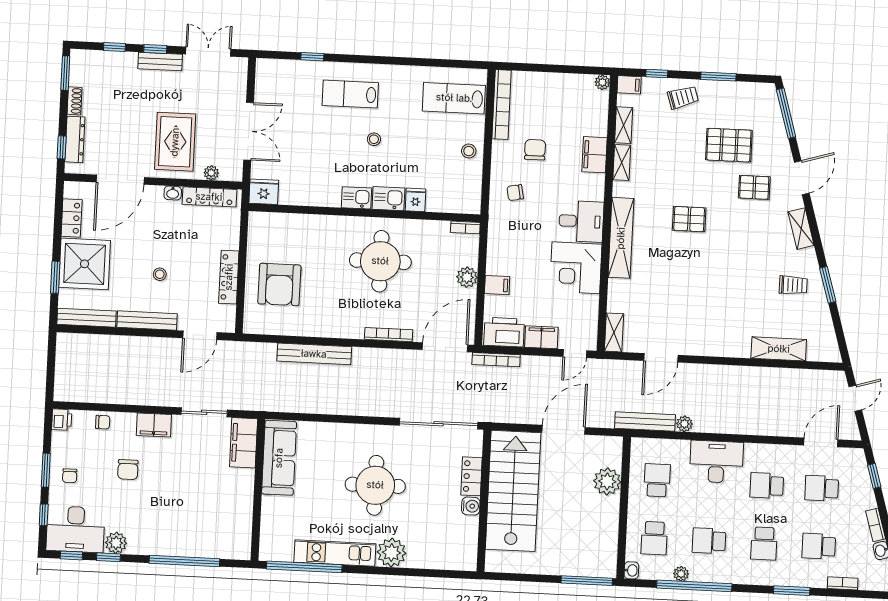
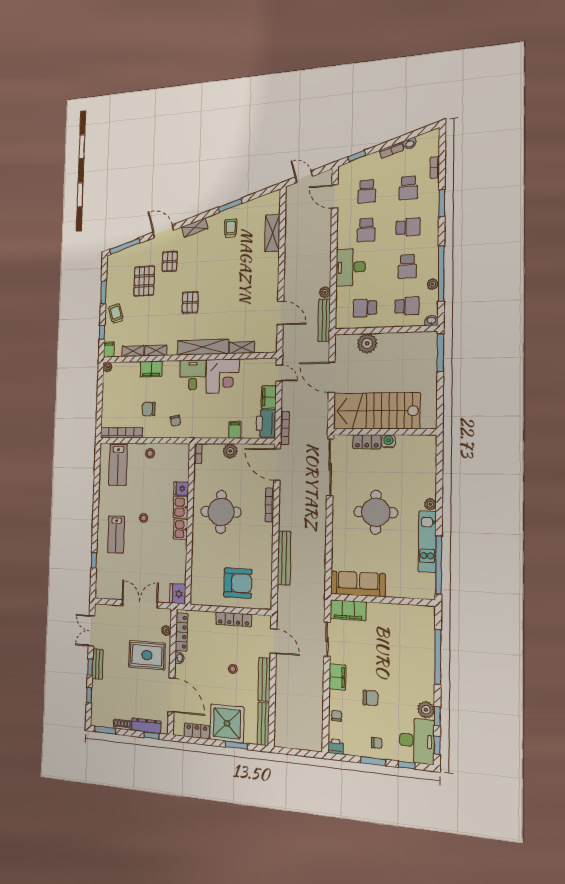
shelving: (614, 332) -> (242, 348), moved
plant: (392, 553) -> (430, 504), width x0.53, depth x0.53

